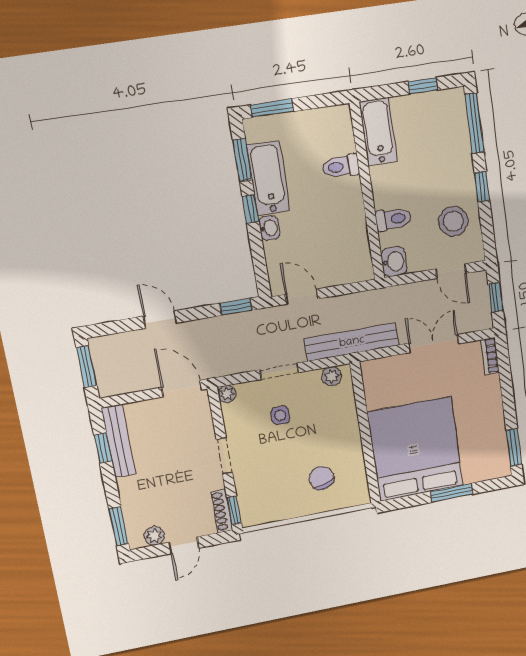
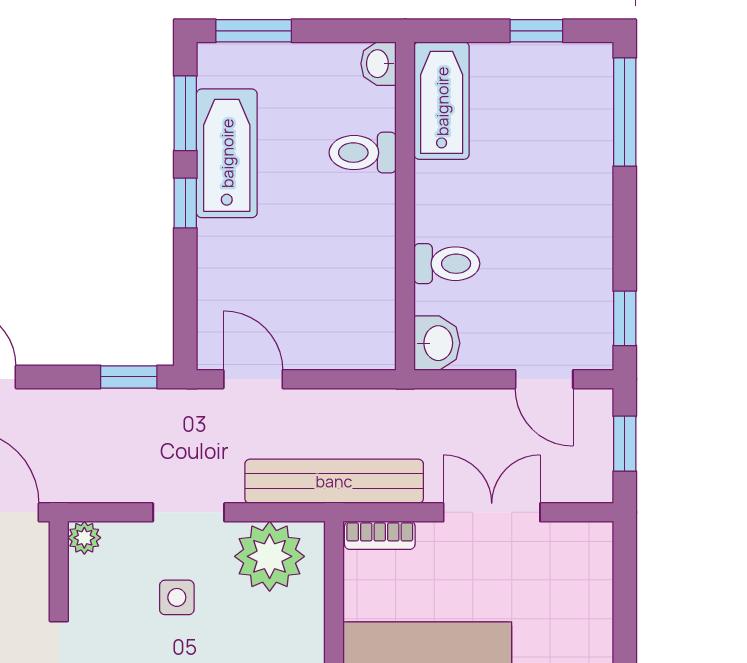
window: (482, 186) -> (625, 318), moved
stool: (453, 221) -> (561, 286), removed
washbasin: (269, 228) -> (379, 64), moved, turned 180
bookcase: (490, 356) -> (380, 535), moved, turned -90
plant: (332, 376) -> (270, 556), width x1.87, depth x1.87

